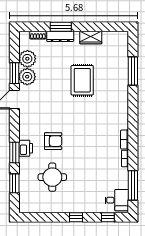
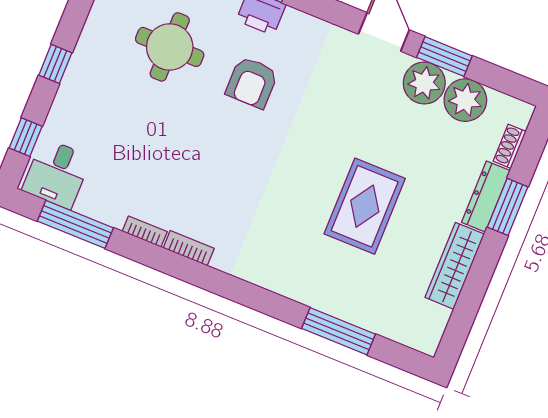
wardrobe: (91, 38) -> (455, 266), width x1.50
rug: (82, 80) -> (365, 206), turned 90

